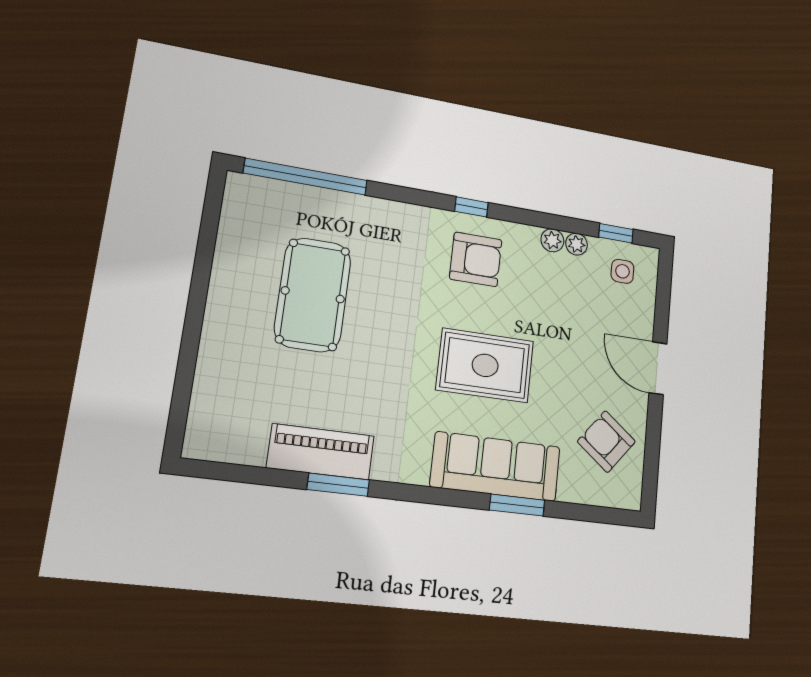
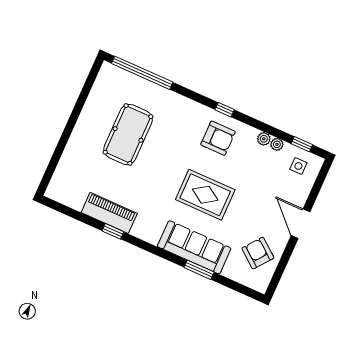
window: (338, 485) -> (113, 231), width x0.67

